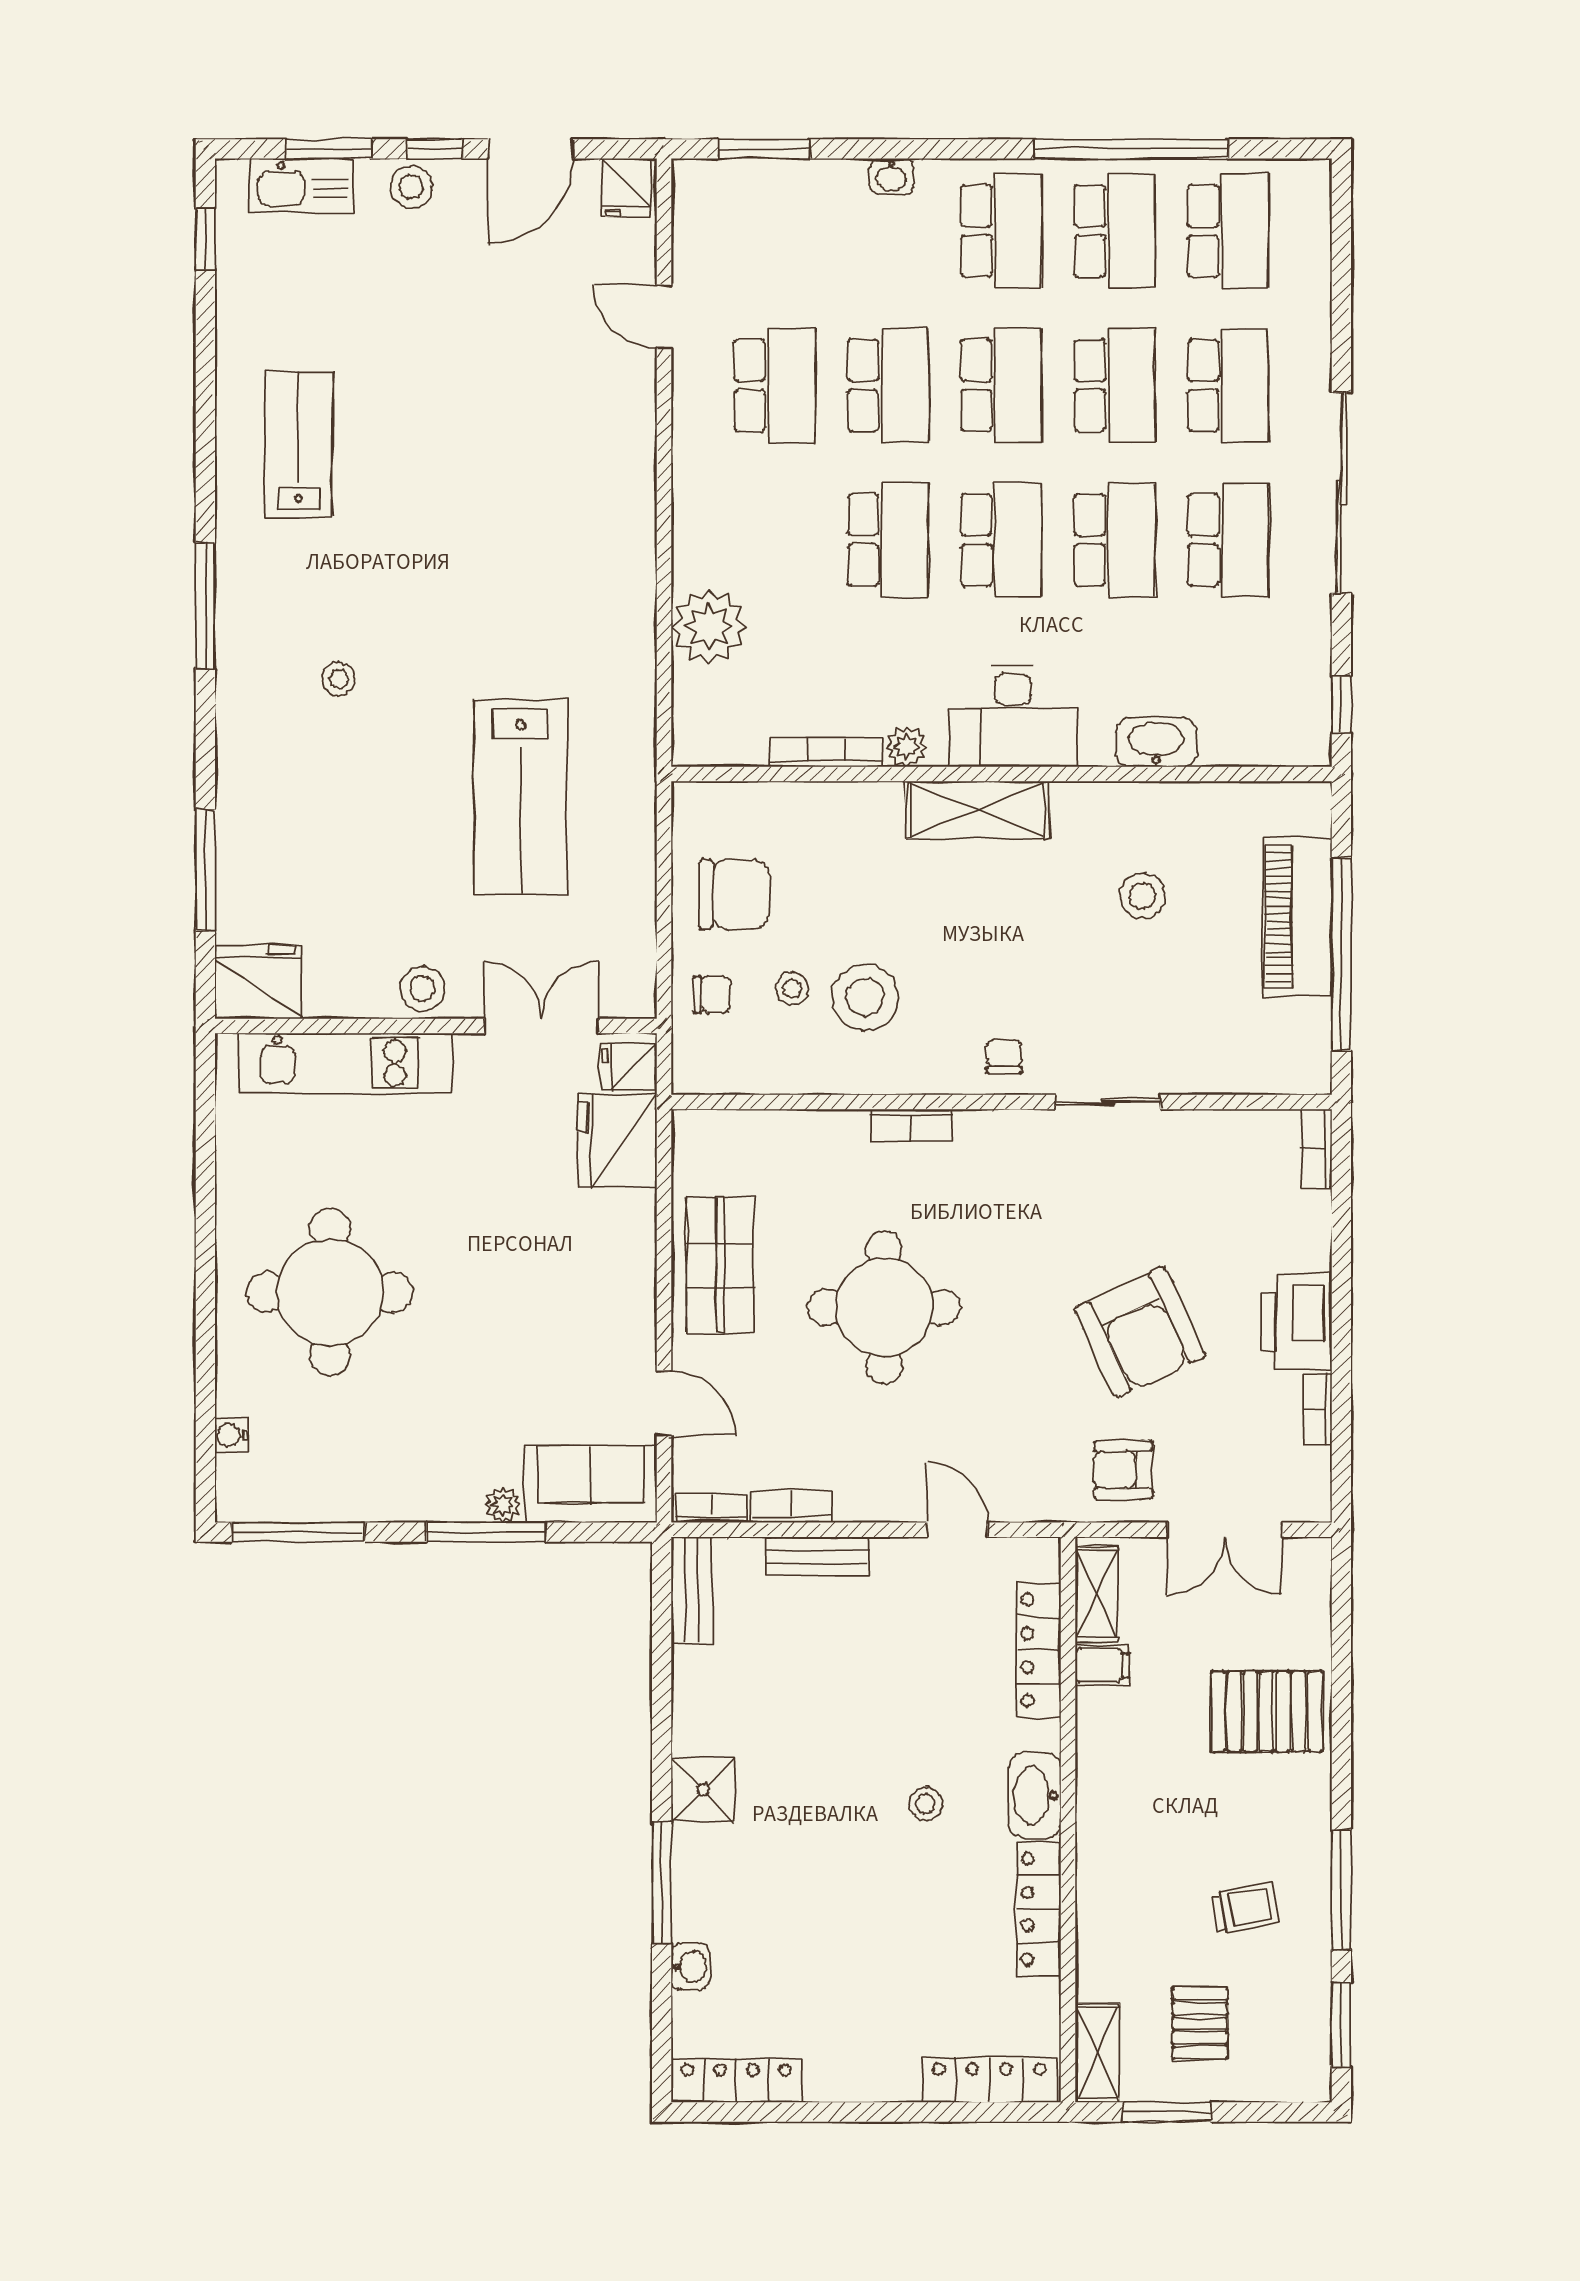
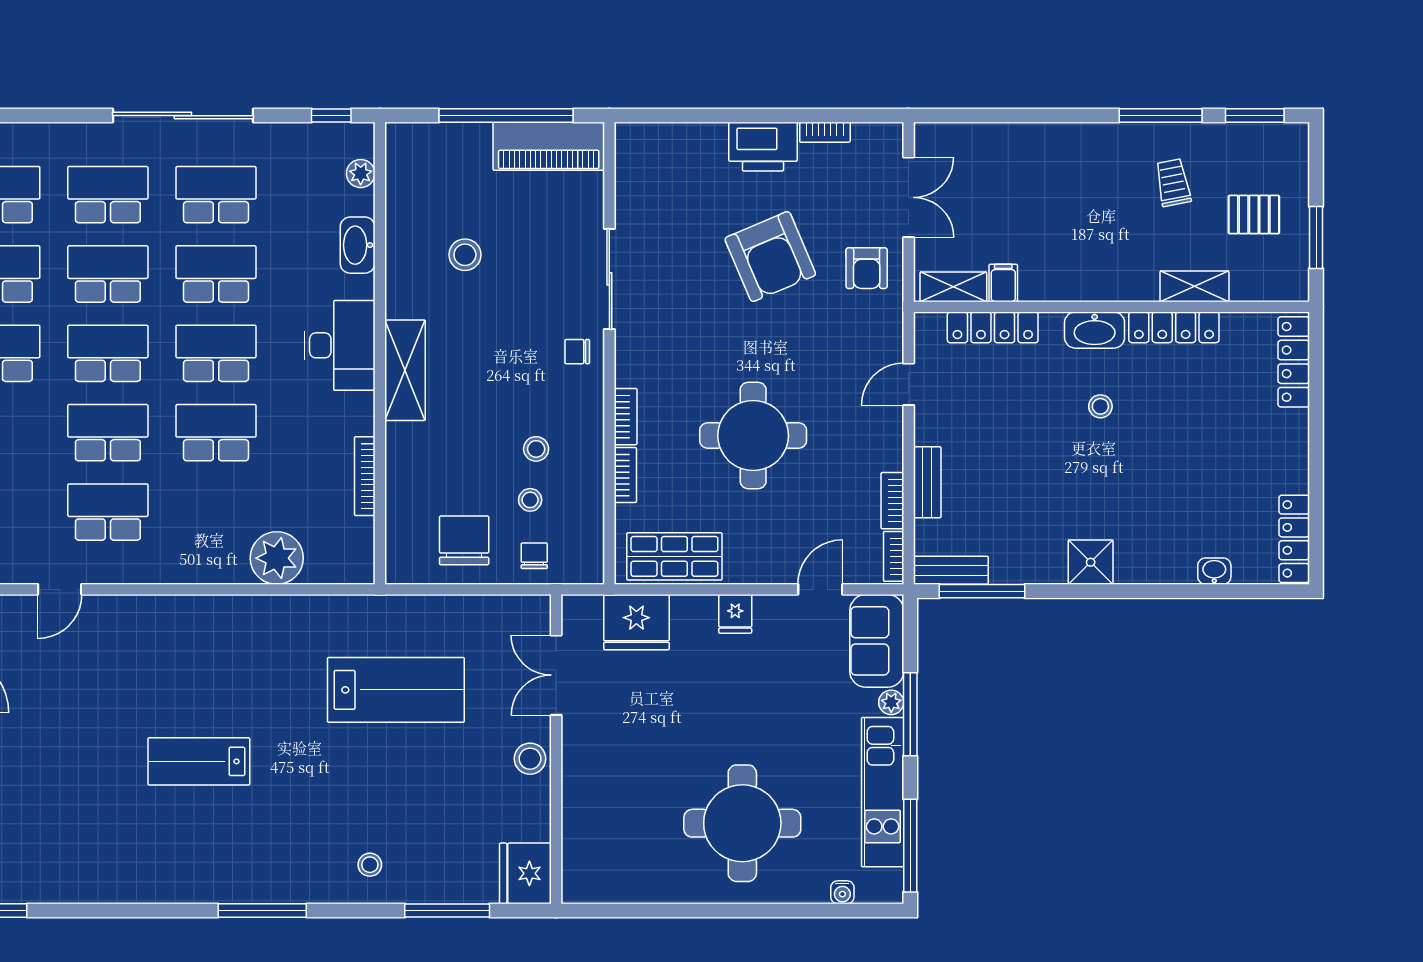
lab bench: (299, 445) -> (199, 761), moved
stool: (339, 679) -> (370, 865), moved
plant: (907, 747) -> (361, 174), moved
piano: (1297, 917) -> (549, 146), moved
stool: (865, 997) -> (536, 449), width x0.53, depth x0.53
kitchen unit: (346, 1063) -> (883, 792), moved, turned 180
fridge: (629, 1067) -> (735, 614), moved
sliding door: (1108, 1102) -> (609, 279), width x1.37
bookcase: (1316, 1148) -> (625, 475), moved, turned -90
shop shelf: (720, 1265) -> (674, 556), moved
armchair: (1140, 1332) -> (770, 257), turned 92
pallet: (1266, 1712) -> (1036, 168), removed
window: (662, 1883) -> (982, 591), moved
shelving: (1097, 2053) -> (1194, 286), moved

